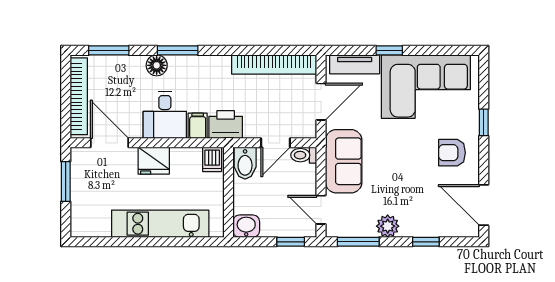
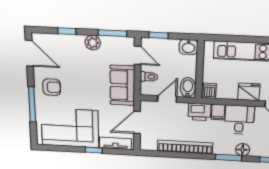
bookcase: (274, 64) -> (185, 147), moved
window: (484, 122) -> (32, 105), width x2.17
toilet: (304, 155) -> (149, 77), moved

